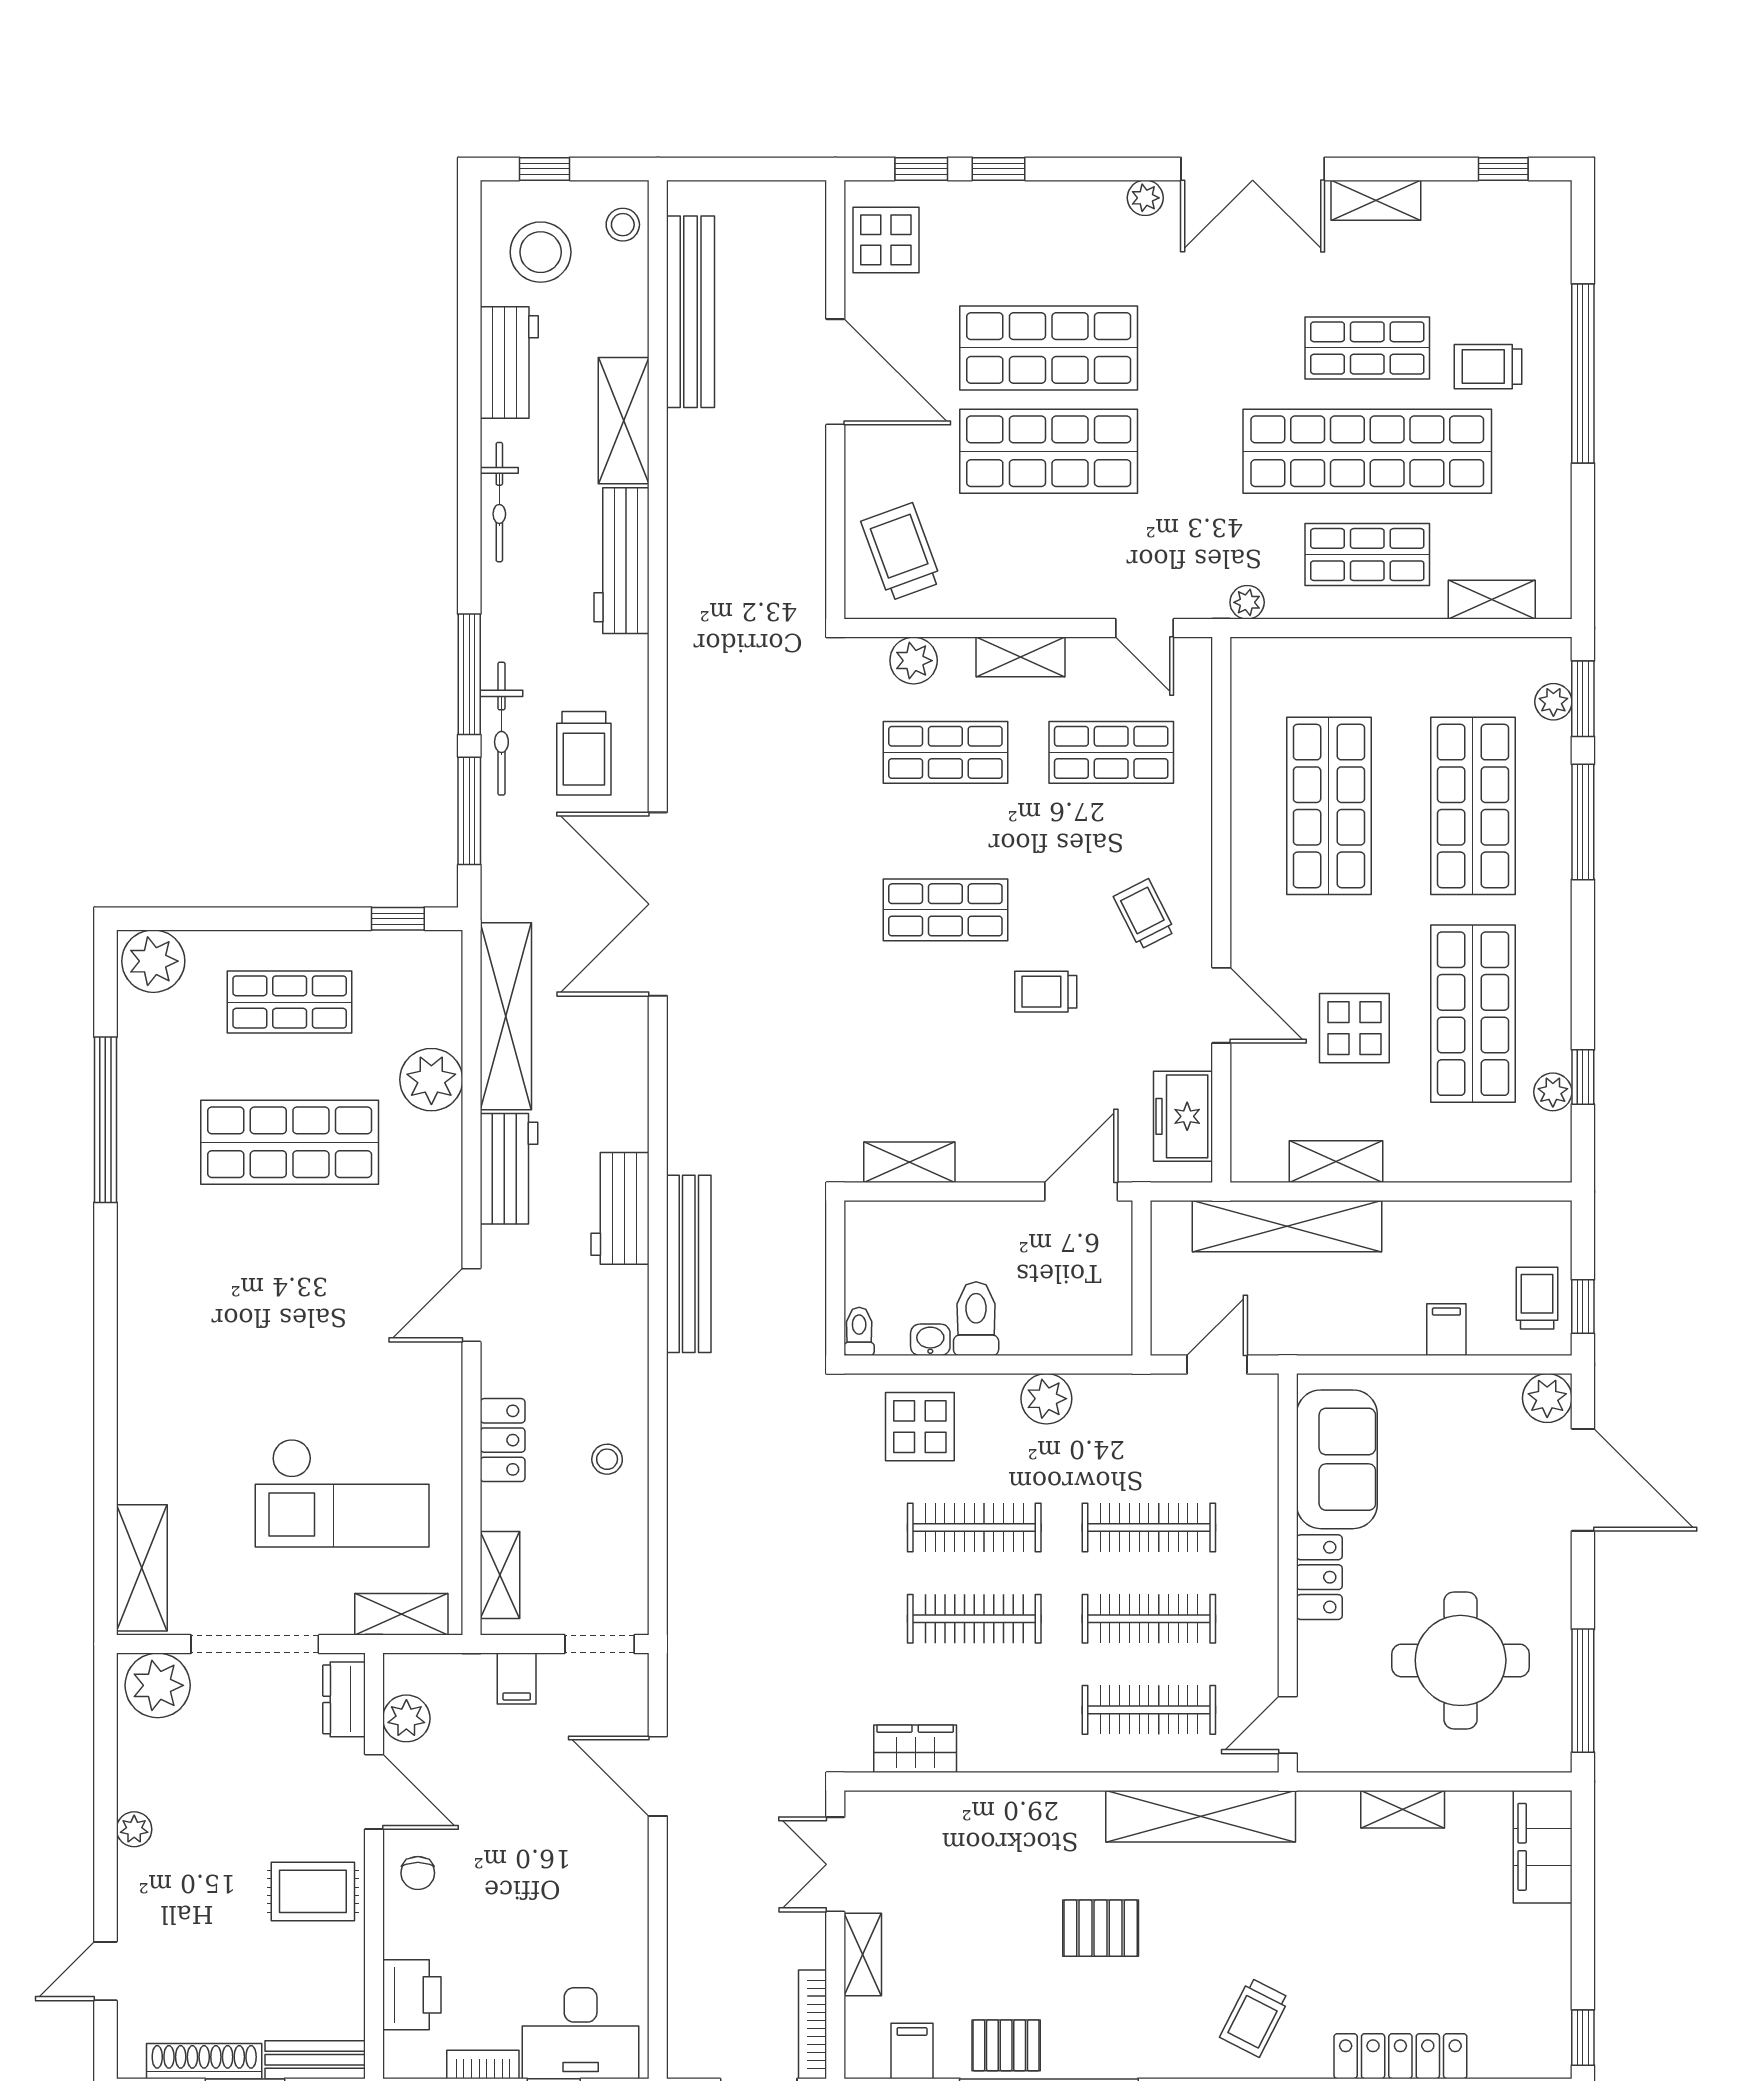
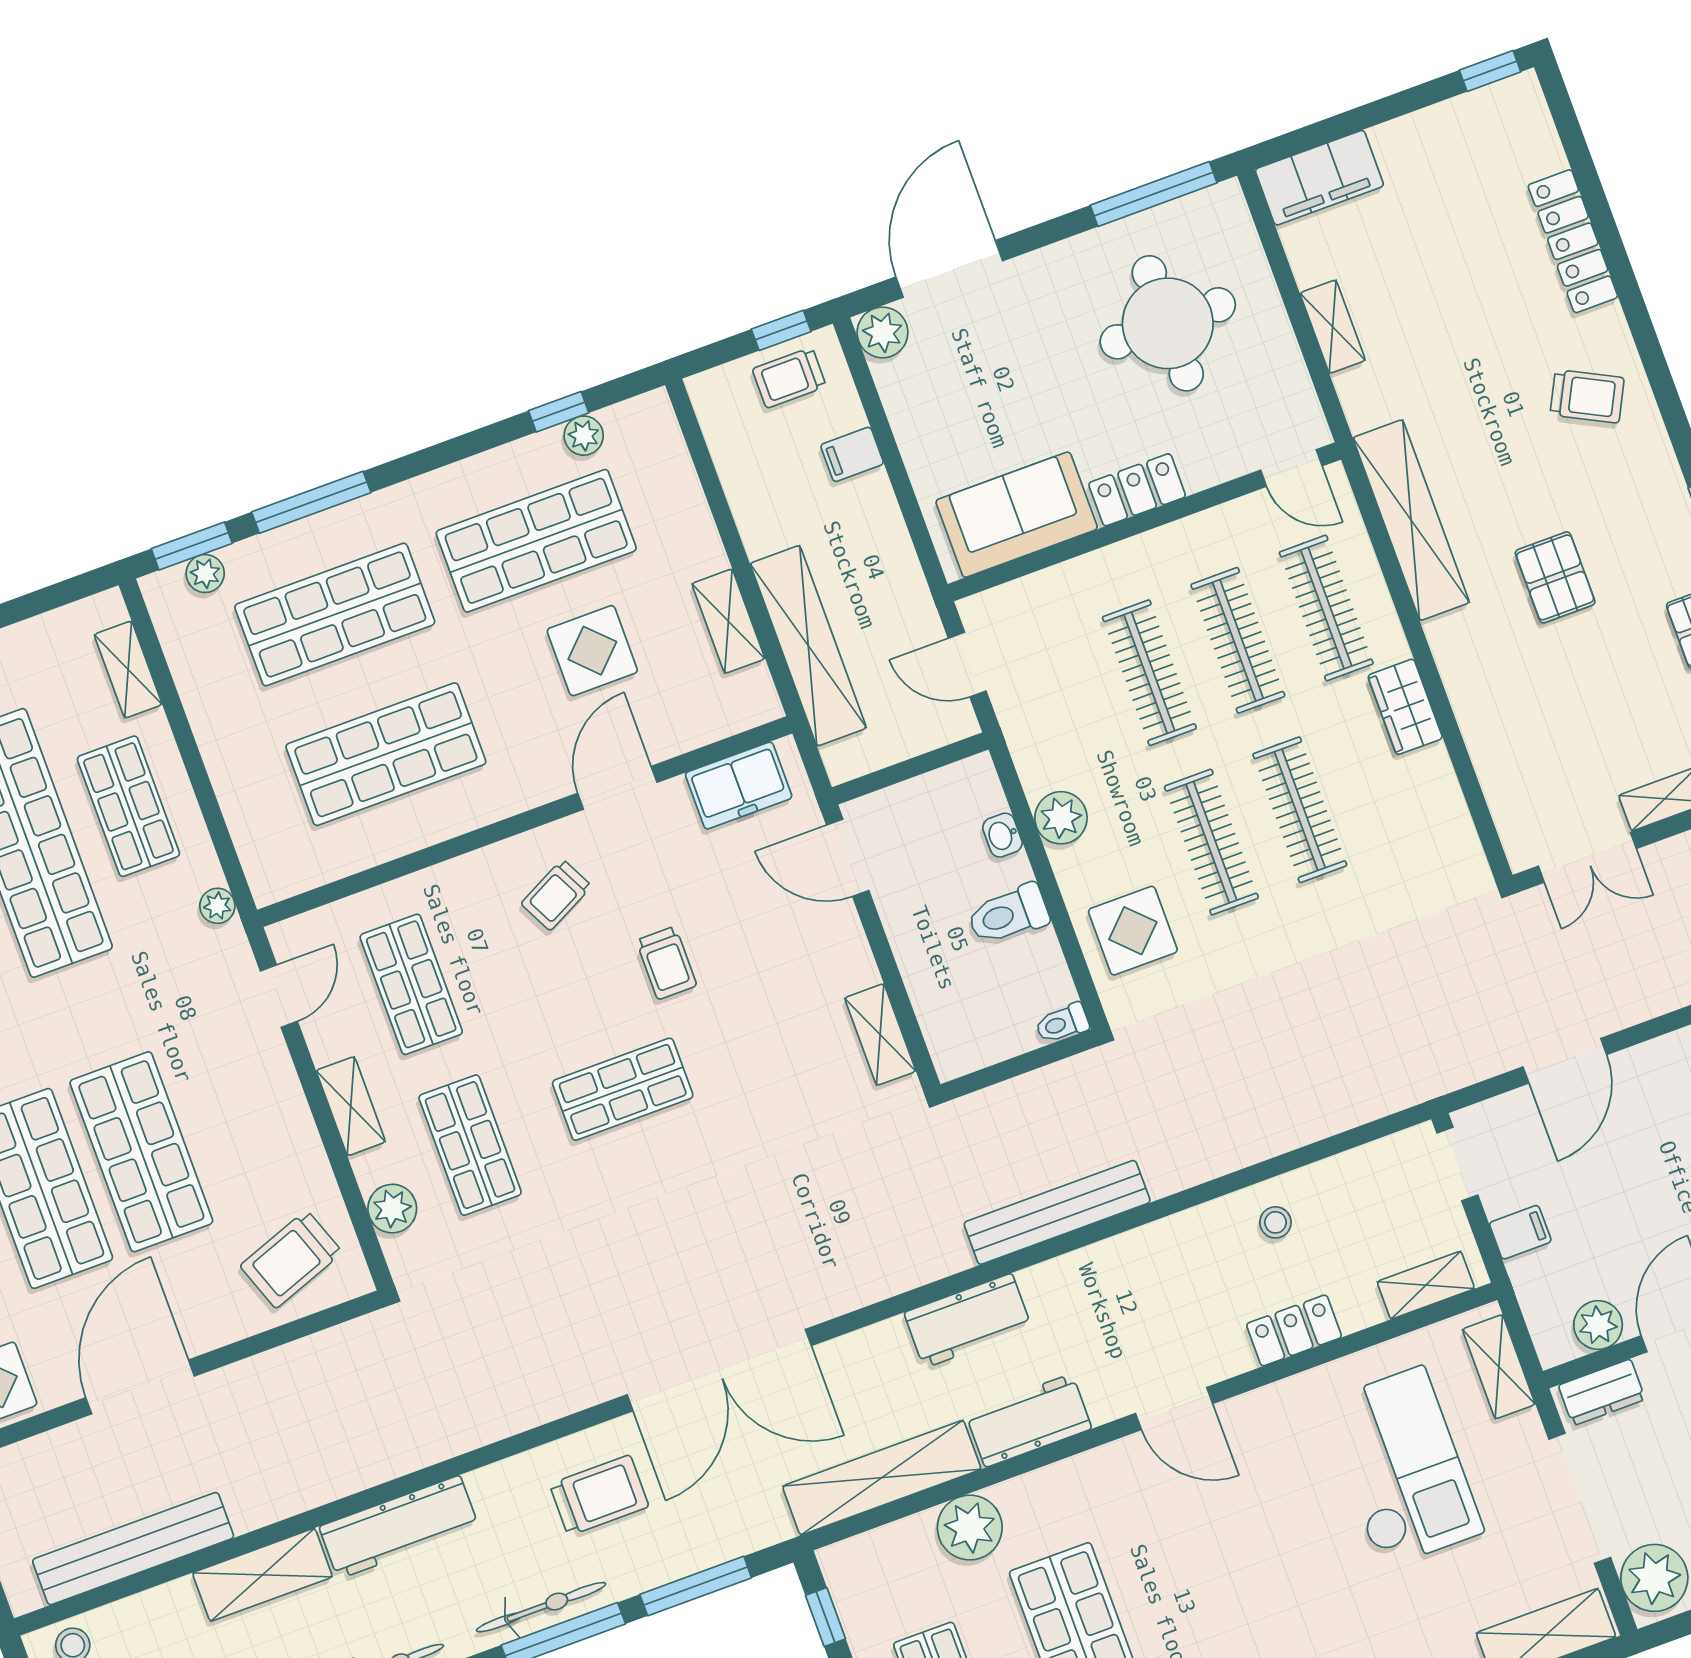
bicycle: (501, 729) -> (541, 1607), moved
shop shelf: (945, 910) -> (623, 1089), turned 90
workbench: (620, 1208) -> (968, 1321), moved
washbasin: (930, 1340) -> (1002, 835), moved
wardrobe: (915, 1749) -> (1405, 707), moved

